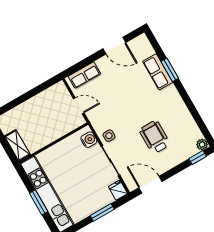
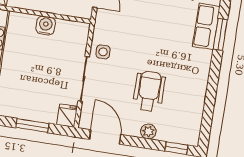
water cooler: (89, 140) -> (46, 25), moved, turned -90
plant: (202, 144) -> (148, 131), moved

